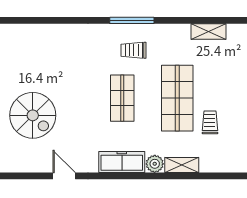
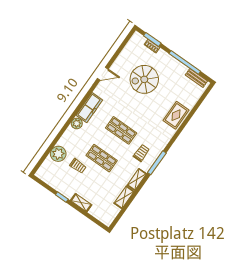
rug: (51, 40) -> (176, 115), added
shop shelf: (177, 98) -> (102, 158), width x0.70, depth x0.74
plant: (212, 160) -> (58, 154), added
shelving: (182, 165) -> (137, 179), moved

